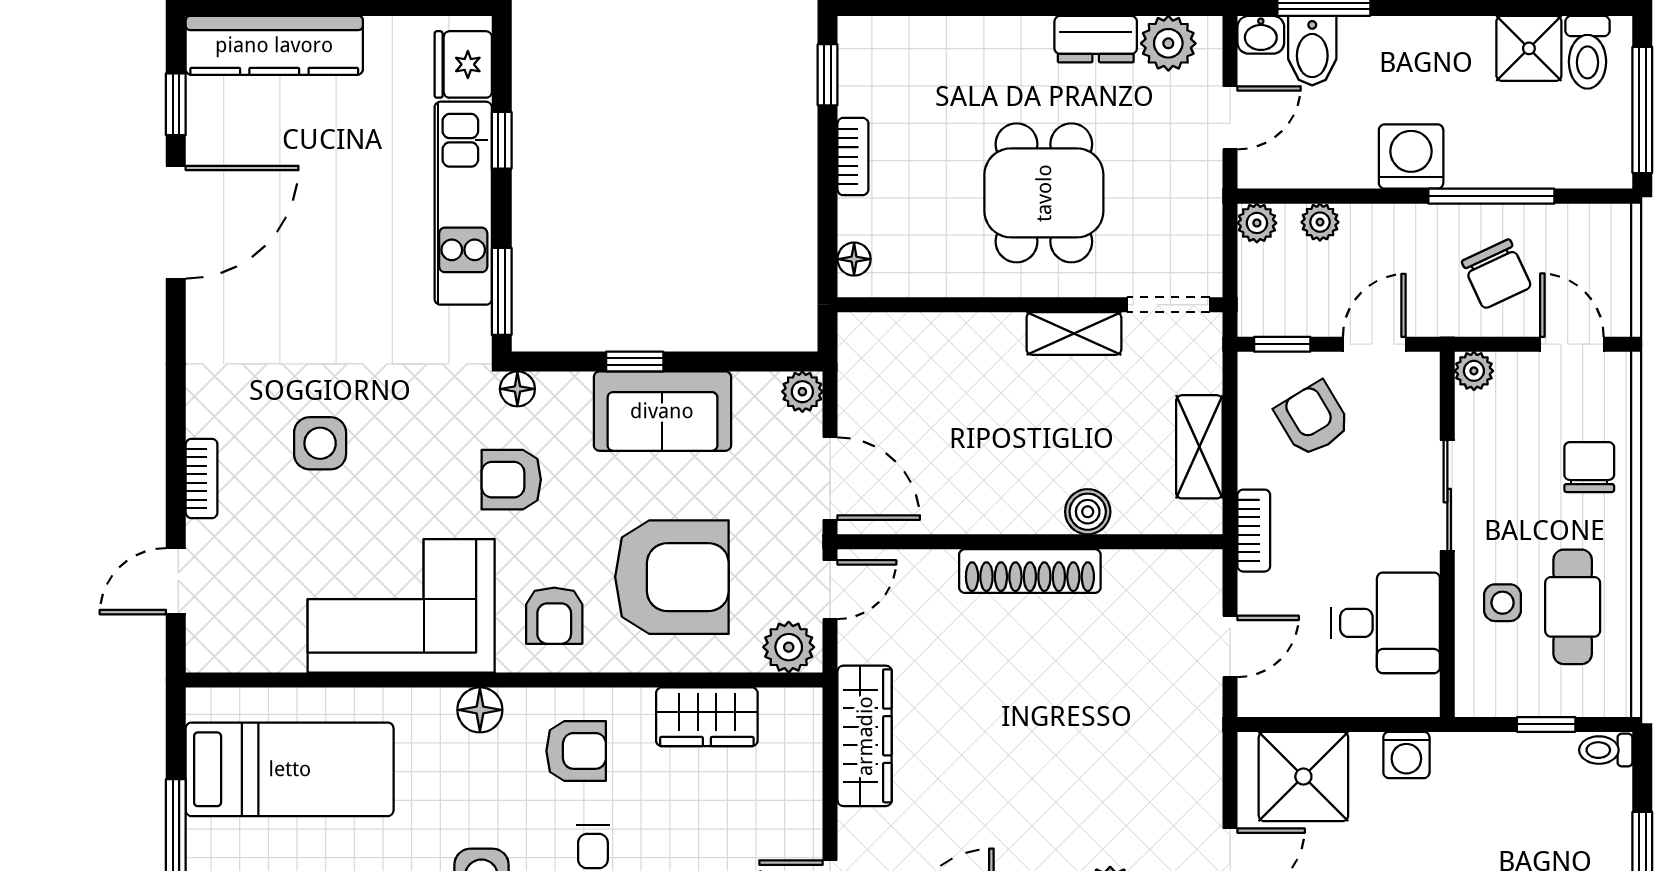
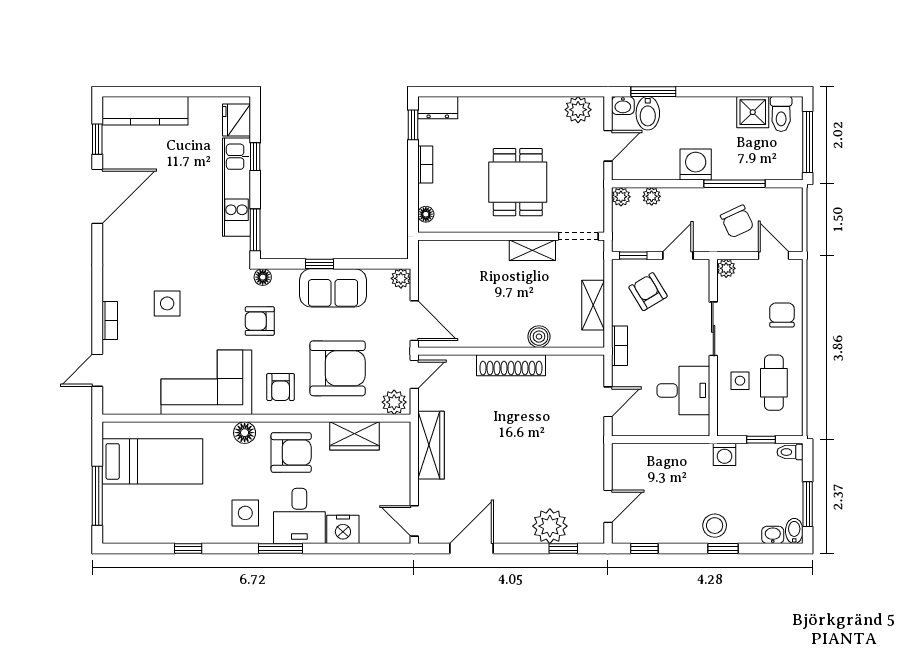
dresser: (1096, 39) -> (438, 108), moved
armchair: (576, 751) -> (291, 453), width x1.38, depth x1.38
washing machine: (1406, 755) -> (724, 454), moved
shower: (1303, 777) -> (643, 465), removed

